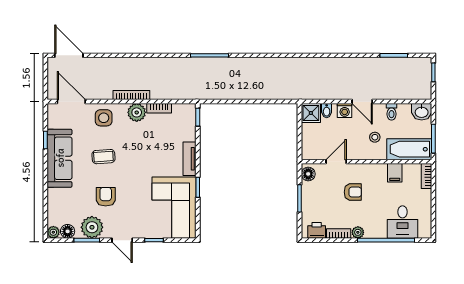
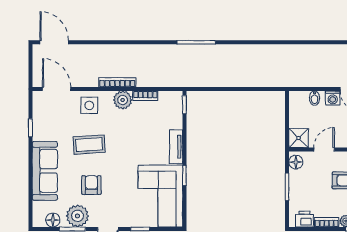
shower: (311, 113) -> (299, 138), moved
coffee table: (103, 157) -> (89, 145), width x1.36, depth x1.30
sofa: (60, 158) -> (45, 171), moved
plant: (53, 232) -> (38, 221), removed

